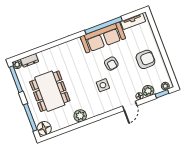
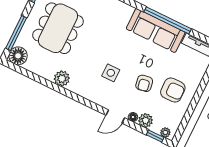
armchair: (111, 64) -> (144, 83), moved

